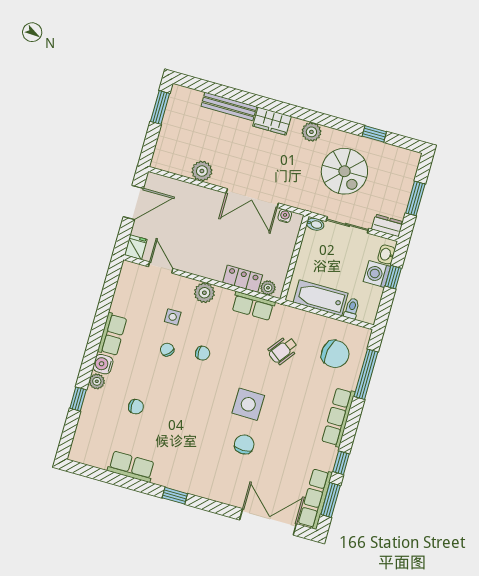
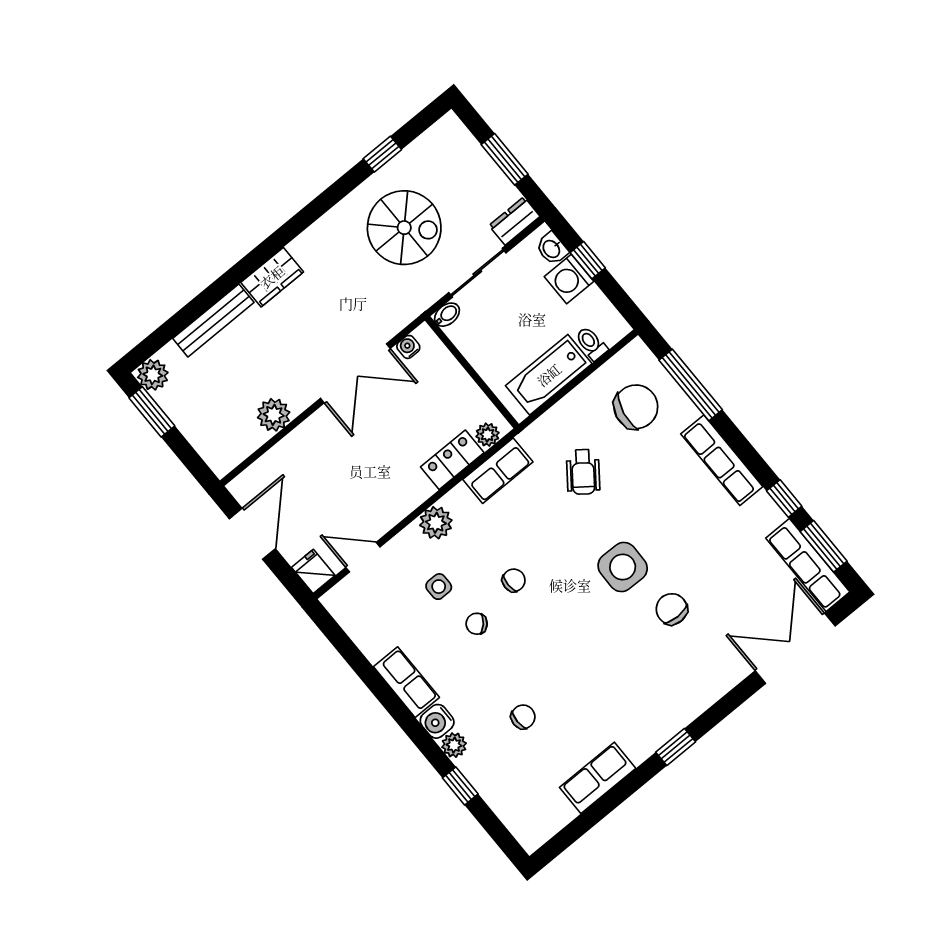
plant: (311, 132) -> (153, 375), moved

